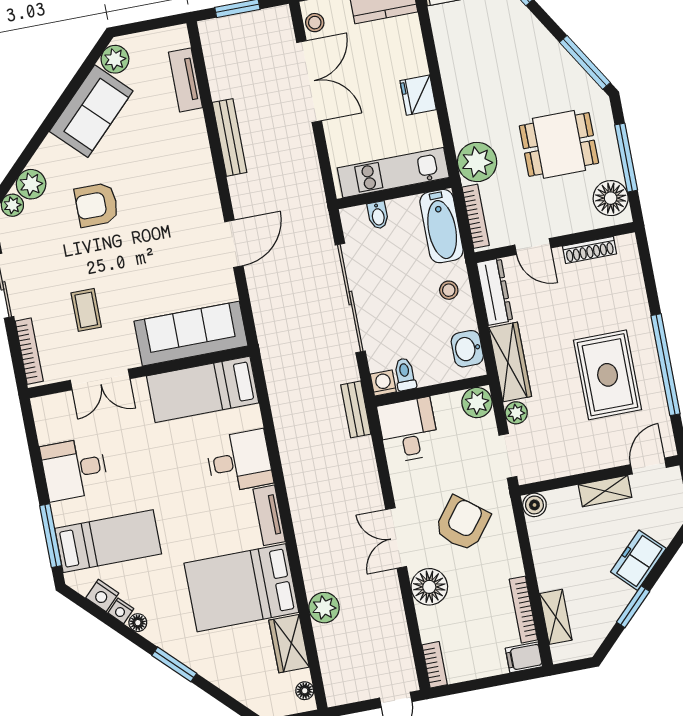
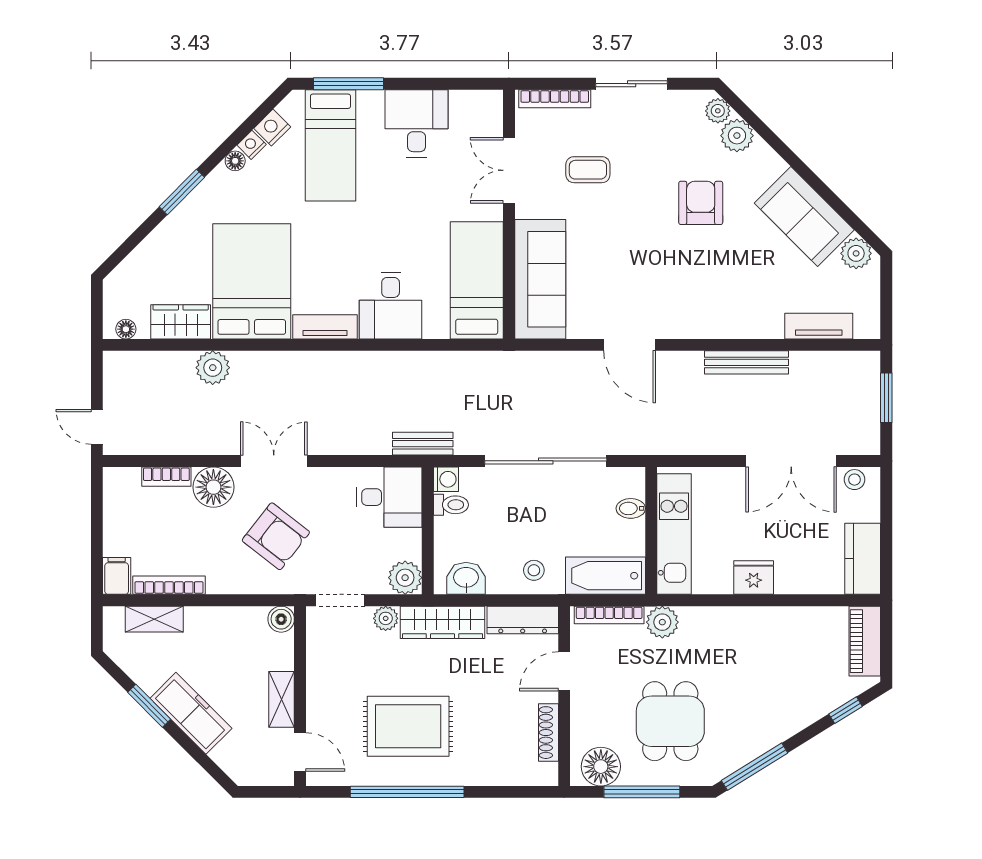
plant: (477, 162) -> (662, 622), width x0.73, depth x0.73
freezer: (638, 560) -> (191, 713), width x1.40
bookcase: (435, 665) -> (166, 477), moved

